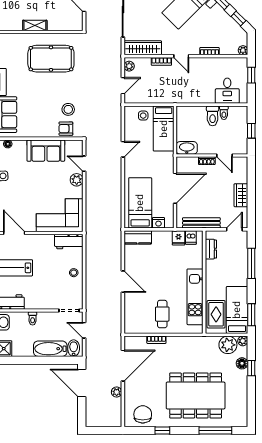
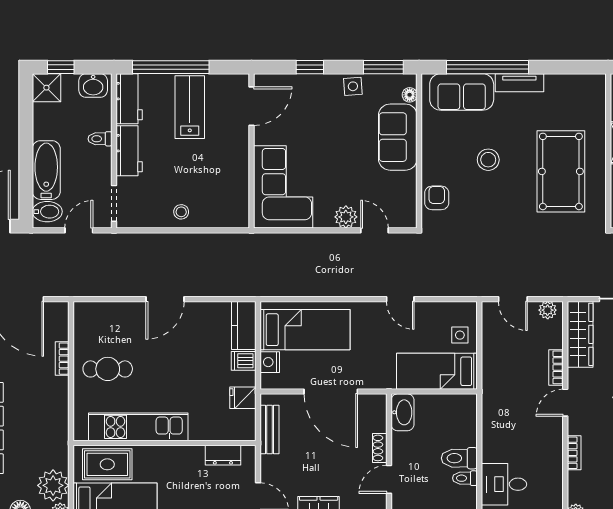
stool: (68, 109) -> (488, 160), moved
sofa: (46, 151) -> (398, 137), moved
door: (84, 164) -> (375, 230), hinge flipped
bench: (201, 223) -> (269, 430), width x0.73
dishwasher: (191, 237) -> (244, 361), moved
workbench: (69, 242) -> (129, 151), moved, turned 180

